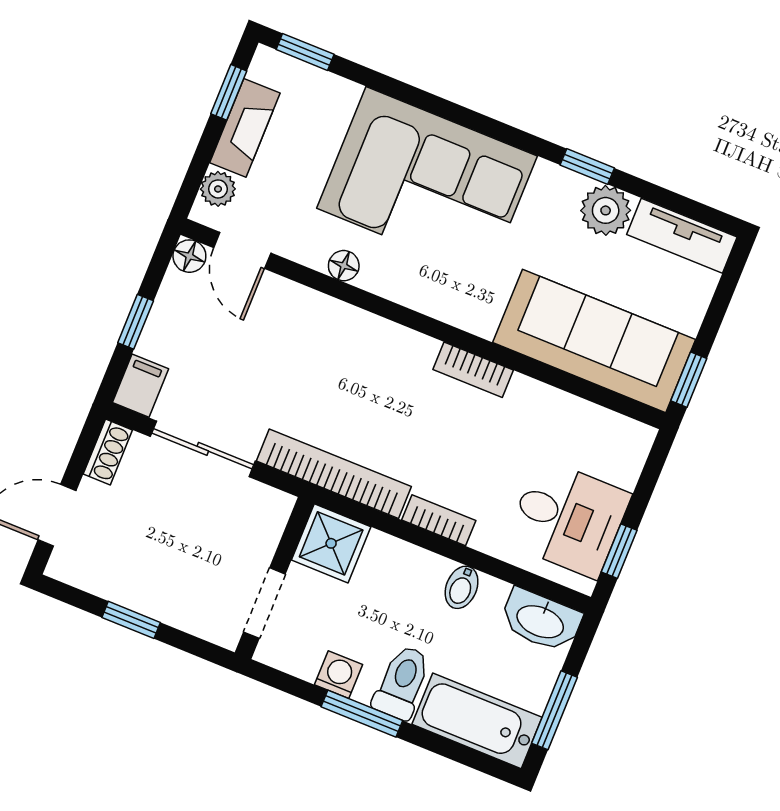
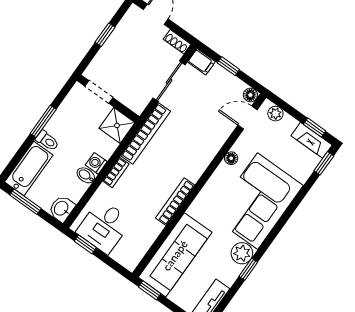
fireplace: (245, 128) -> (312, 140), moved
plant: (606, 210) -> (242, 253), moved
bookcase: (473, 370) -> (175, 202), width x1.56
washbasin: (541, 620) -> (62, 209), width x0.72
washing machine: (339, 675) -> (96, 163), moved, turned 180
toilet: (402, 682) -> (47, 141), width x0.73, depth x0.72

